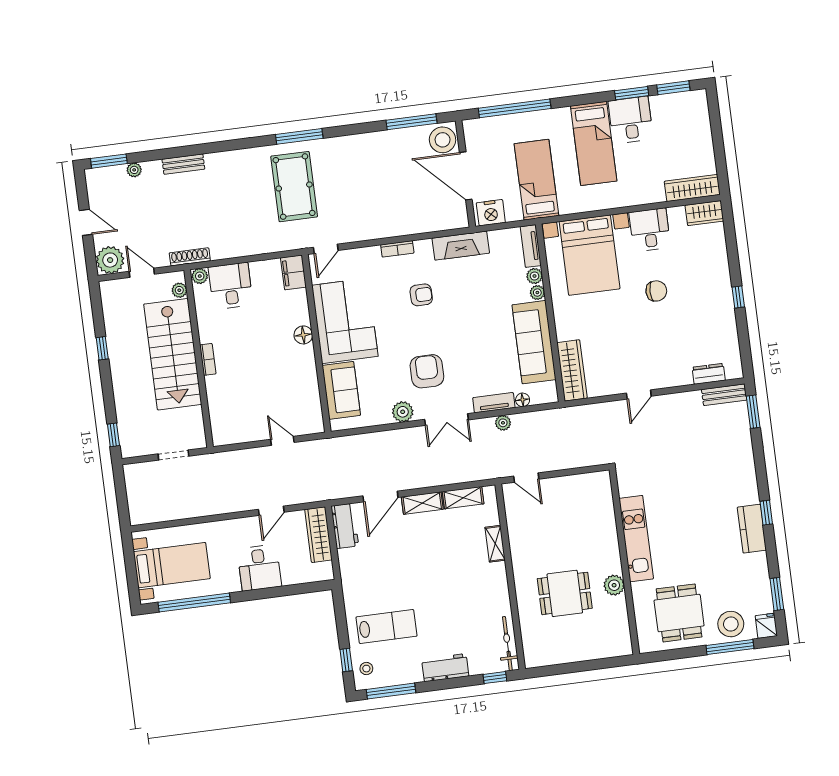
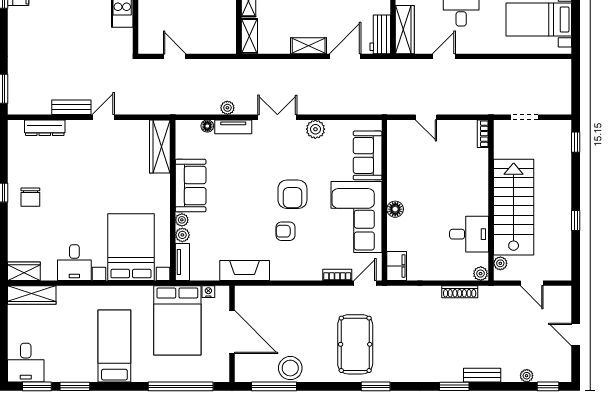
desk: (631, 120) -> (26, 363), moved
window: (299, 136) -> (376, 386), width x0.69
stool: (443, 140) -> (290, 368), moved
window: (213, 148) -> (454, 386), added
window: (109, 161) -> (548, 386), width x0.67
bed: (536, 180) -> (177, 320), width x1.50
pool table: (294, 187) -> (355, 344), moved
nightstand: (491, 213) -> (208, 292), width x0.53, depth x0.56
bookcase: (397, 249) -> (337, 275), moved
shoe rack: (190, 257) -> (460, 292), moved
plant: (110, 260) -> (558, 298), removed
desk: (231, 286) -> (469, 234), moved, turned -90
chair: (656, 291) -> (30, 197), moved, turned -90
sofa: (534, 342) -> (191, 186), width x0.73
bookcase: (208, 359) -> (483, 134), moved
armchair: (427, 371) -> (292, 194), moved
dresser: (709, 374) -> (45, 128), width x1.44
bench: (724, 395) -> (71, 107), moved
door: (526, 478) -> (175, 56), moved
shelving: (463, 498) -> (249, 36), moved, turned 90

